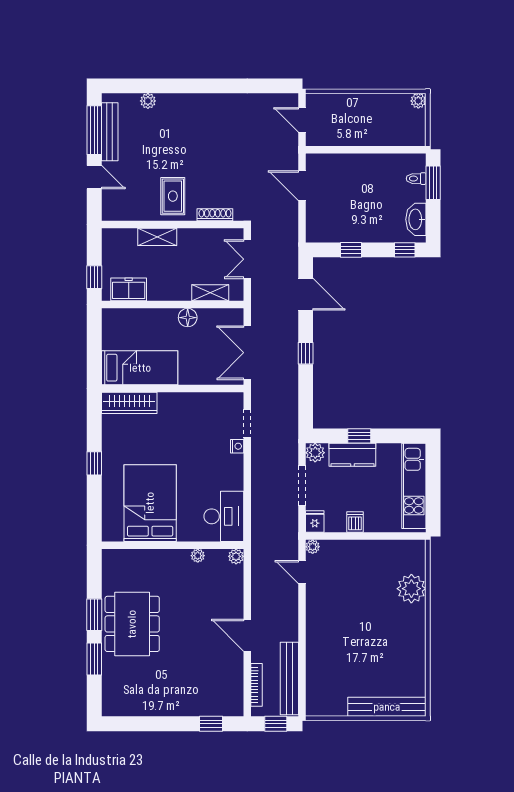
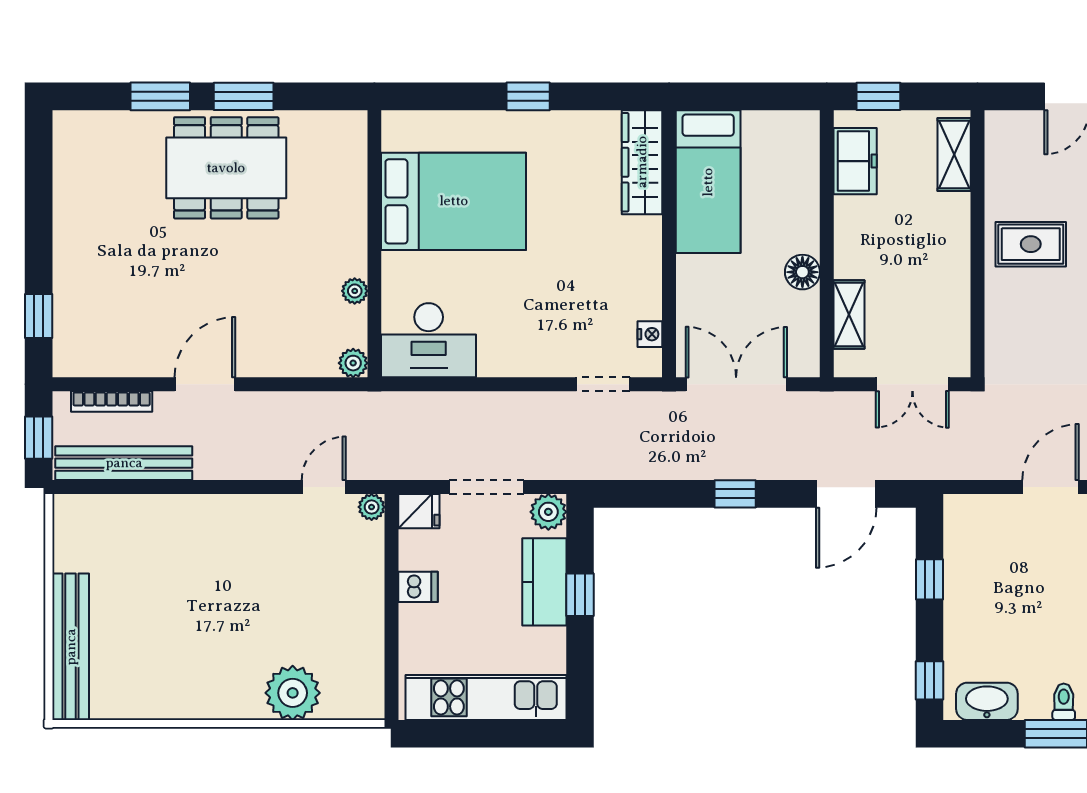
shoe rack: (215, 215) -> (996, 323), removed
shelving: (157, 237) -> (954, 154), moved
double door: (247, 259) -> (912, 384), swing flipped
nightstand: (237, 446) -> (650, 334), moved, turned -90

